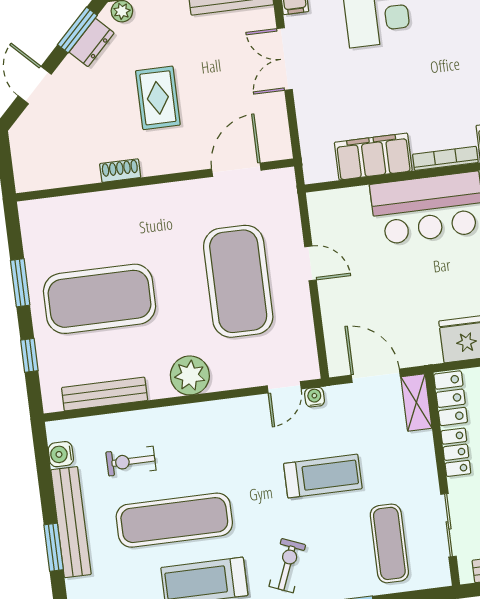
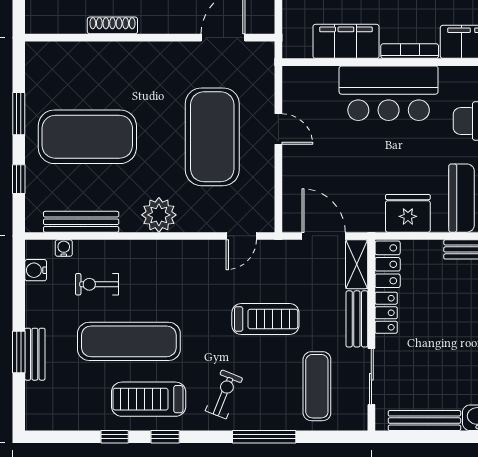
shoe rack: (120, 171) -> (112, 25), width x1.43
water cooler: (315, 397) -> (64, 248), moved
bench: (424, 463) -> (357, 319), added
bench: (71, 522) -> (35, 354), width x0.54, depth x0.82

